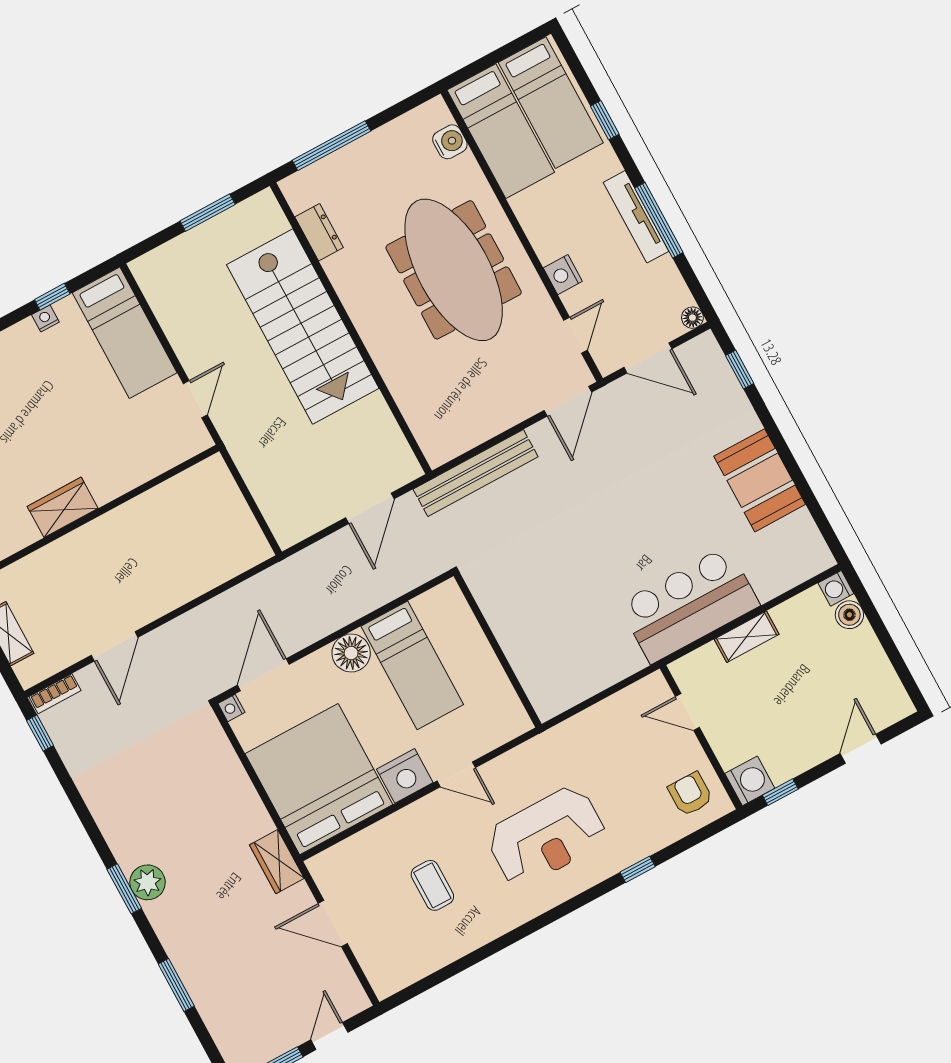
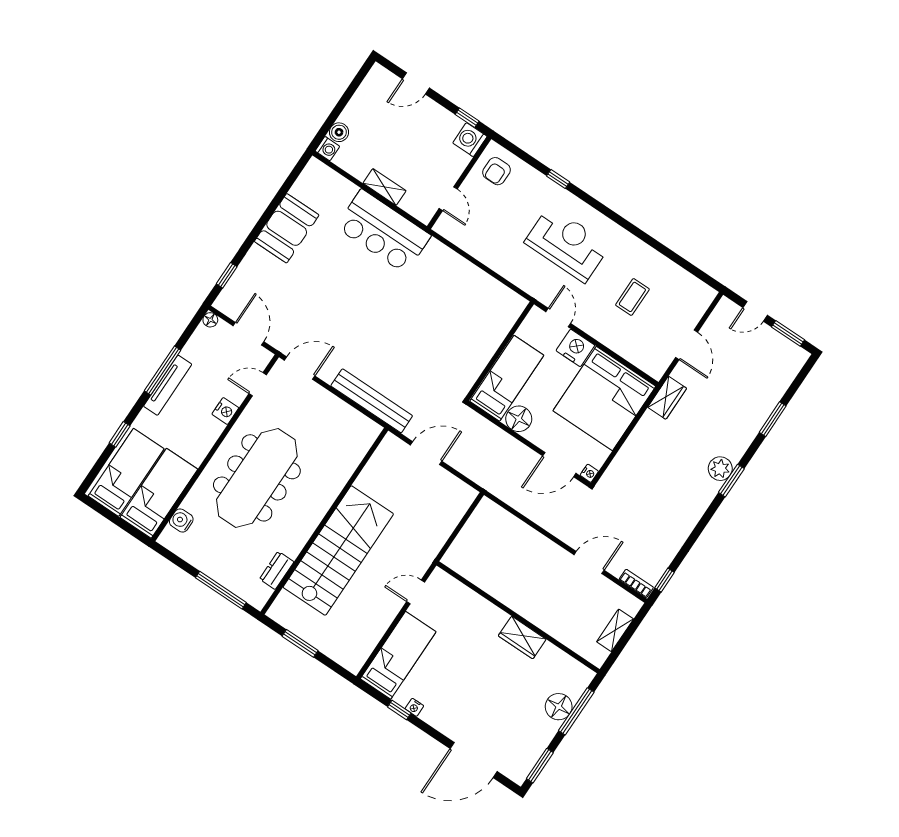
wall: (498, 650) -> (499, 351), moved

